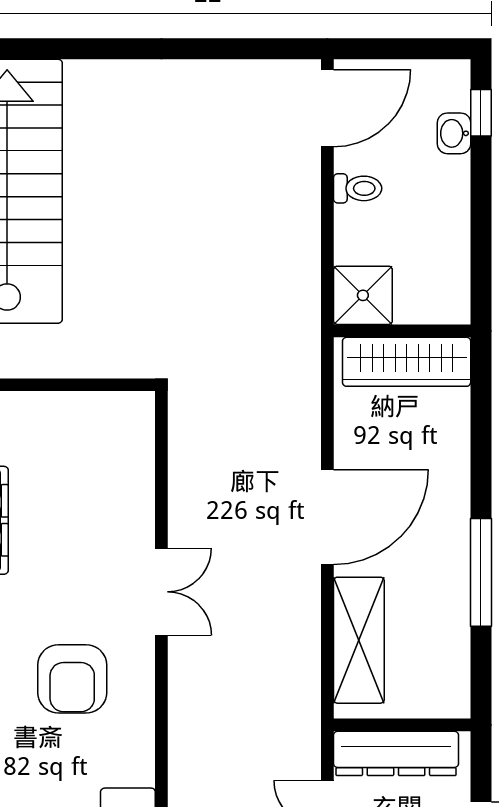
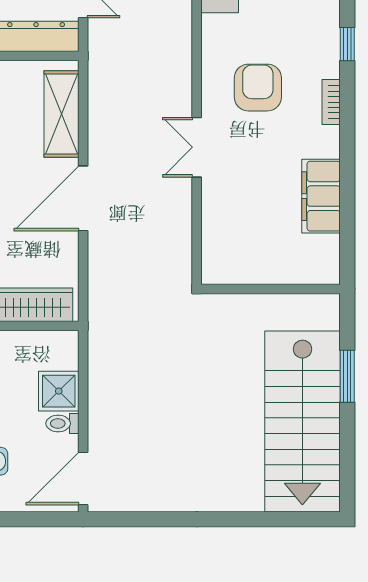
shower: (363, 295) -> (59, 391), moved

